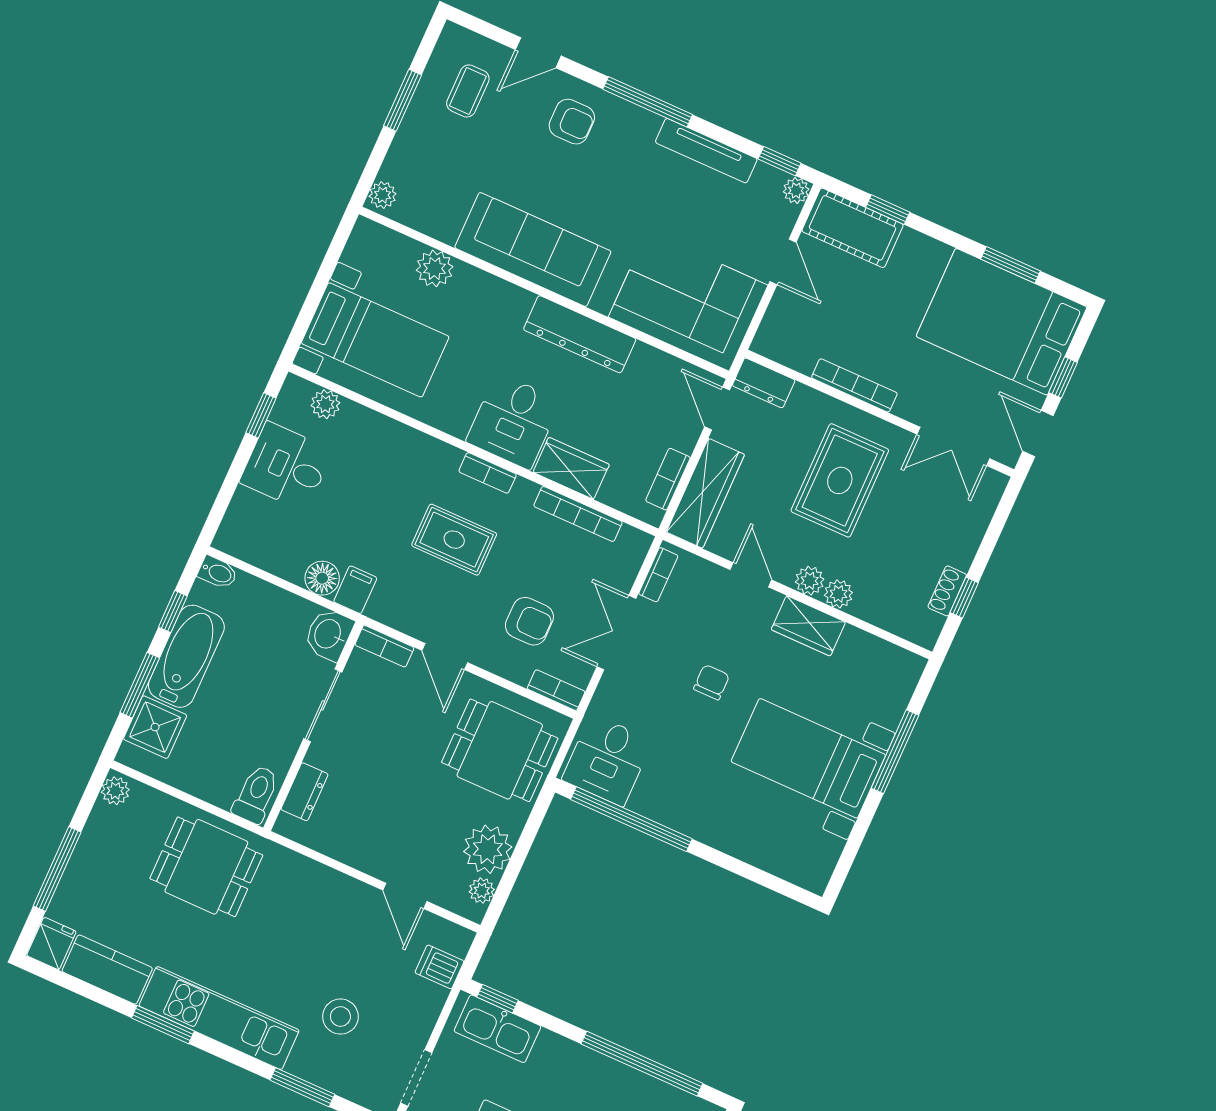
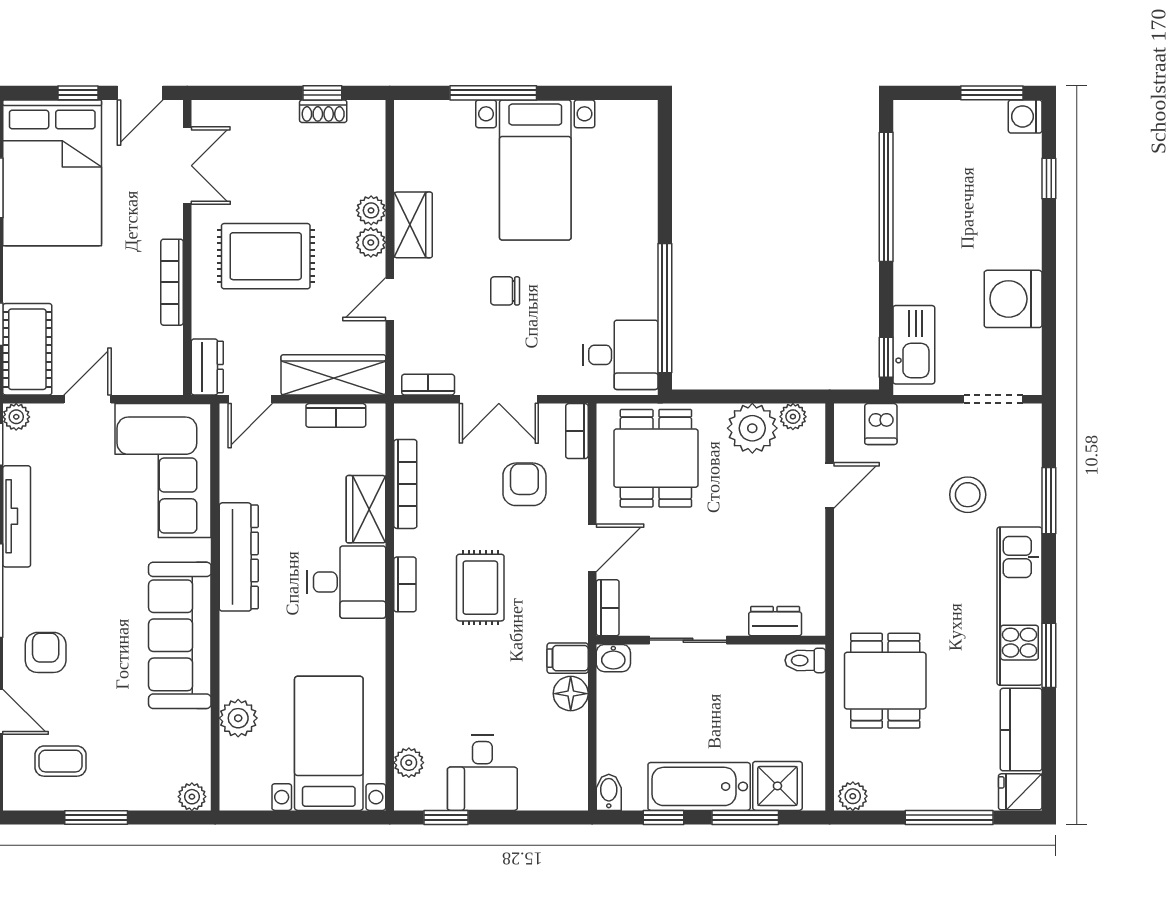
washbasin: (329, 634) -> (613, 658), width x0.72, depth x0.69
toilet: (256, 794) -> (805, 660), width x0.73, depth x0.72

